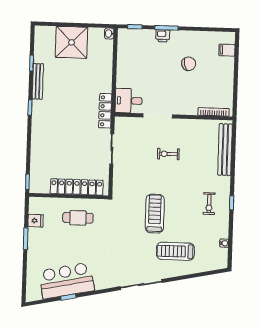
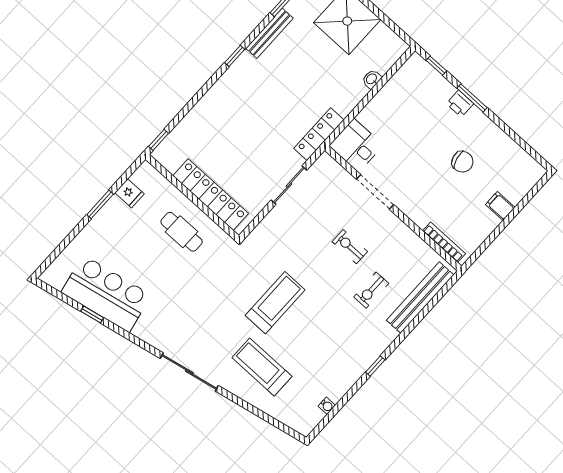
washbasin: (109, 34) -> (372, 79), moved
filing cabinet: (227, 50) -> (500, 206), moved
exercise bike: (209, 204) -> (371, 290), moved

